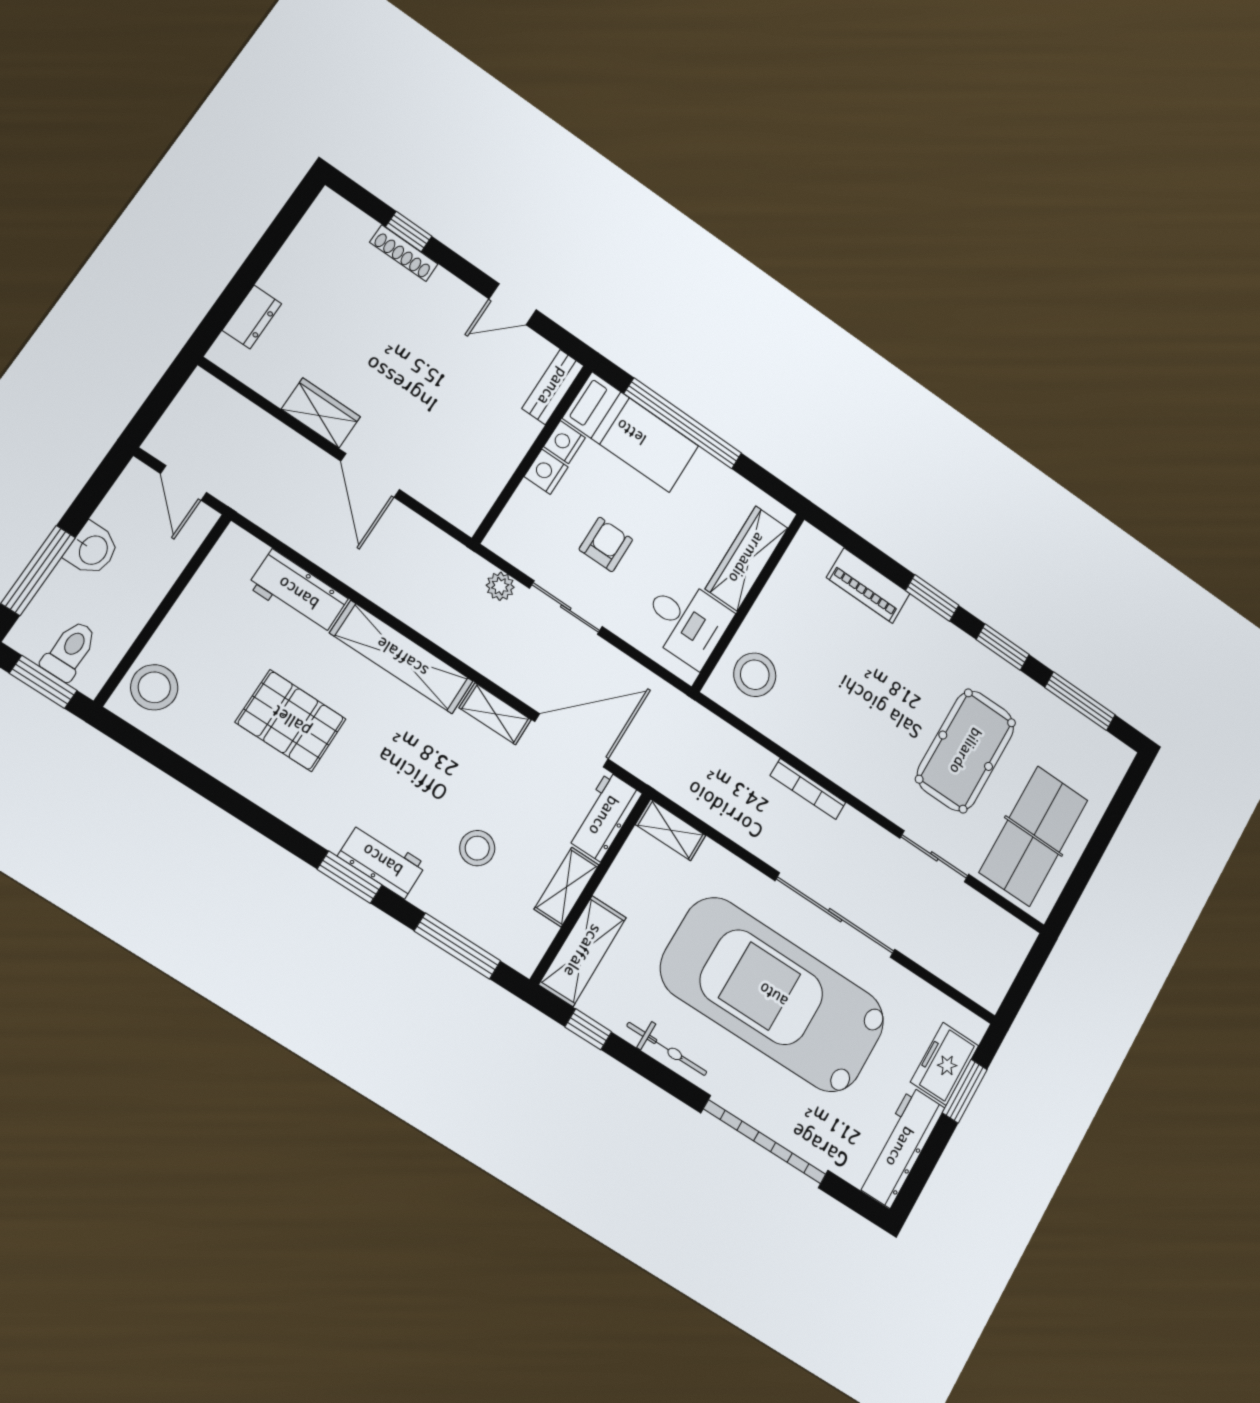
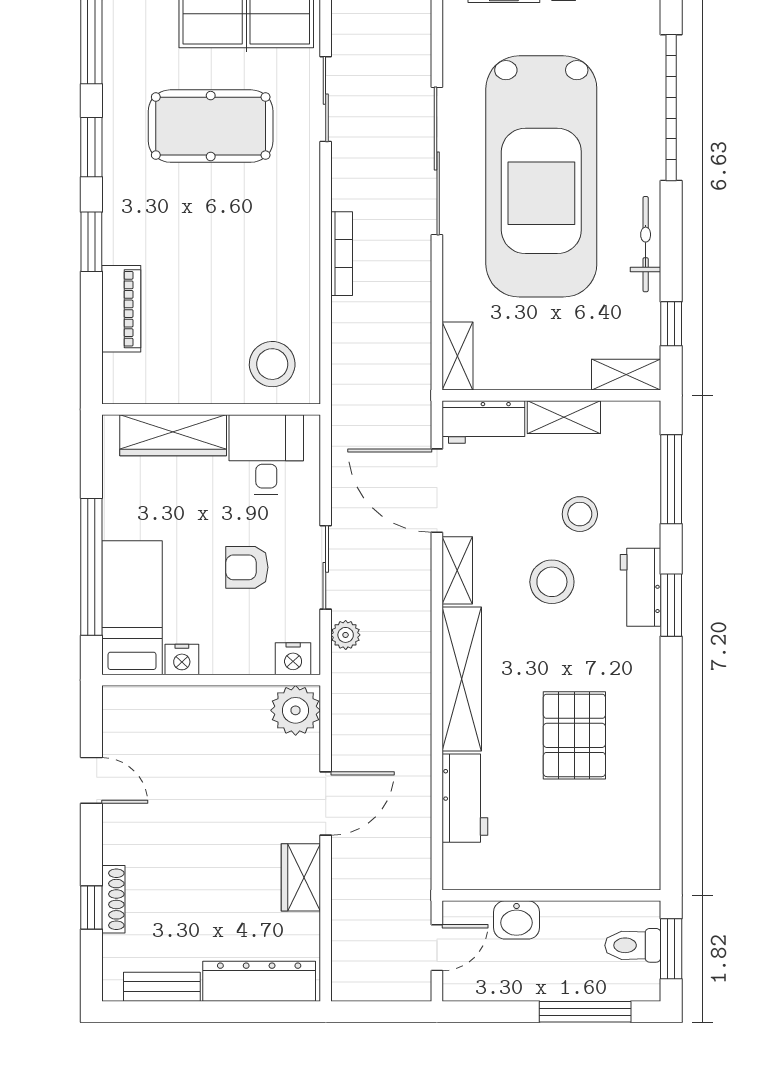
dresser: (252, 317) -> (259, 981), width x1.96, depth x1.24
bench: (553, 387) -> (162, 987), moved
nightstand: (546, 472) -> (293, 659), moved
plant: (464, 504) -> (296, 710), added
washbasin: (92, 549) -> (516, 920), moved, turned 180
stool: (154, 687) -> (552, 582), moved
shelving: (583, 951) -> (626, 375), width x0.67, depth x0.75

